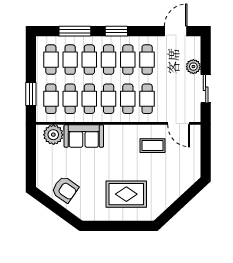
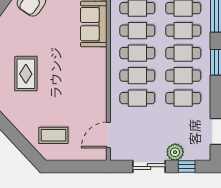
window: (206, 57) -> (187, 167), added
coffee table: (153, 146) -> (53, 135), moved, turned 90
rug: (126, 194) -> (26, 74), width x0.73, depth x0.70

